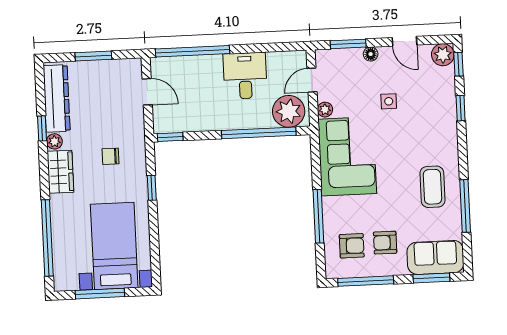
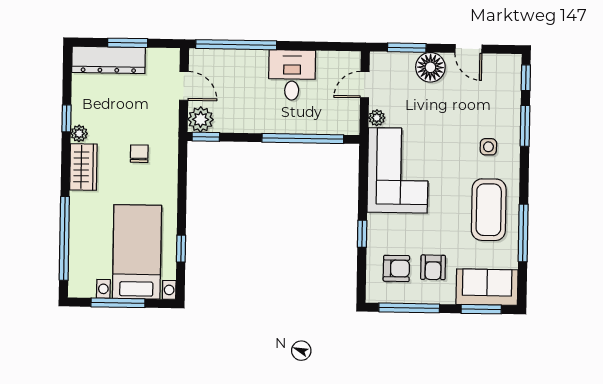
floor lamp: (371, 54) -> (430, 67), width x1.89, depth x1.89
plant: (443, 55) -> (509, 66), removed
dresser: (57, 98) -> (109, 60), moved, turned 90
side table: (389, 101) -> (488, 147), moved
window: (461, 108) -> (525, 126), width x1.50
plant: (289, 111) -> (201, 119), moved, width x0.73, depth x0.73
chair: (111, 156) -> (139, 154), turned 90
coffee table: (432, 187) -> (489, 210), width x1.36, depth x1.32
window: (152, 188) -> (181, 249), moved
window: (318, 216) -> (362, 234), width x0.46
armchair: (385, 243) -> (433, 267), turned -90

